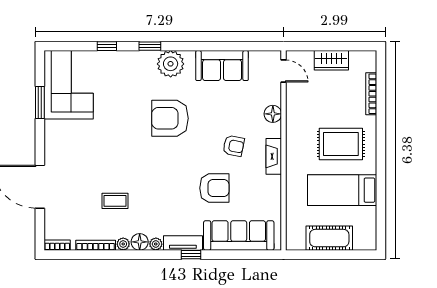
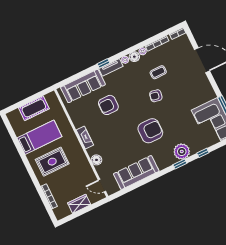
plant: (171, 64) -> (182, 151), moved
sofa: (222, 66) -> (136, 172), width x1.36
armchair: (233, 146) -> (156, 96), moved

